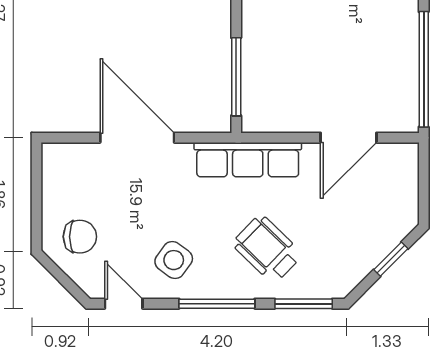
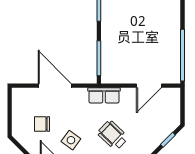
row of seats: (248, 160) -> (104, 95), width x0.68
chair: (80, 237) -> (42, 124), moved, turned 180

